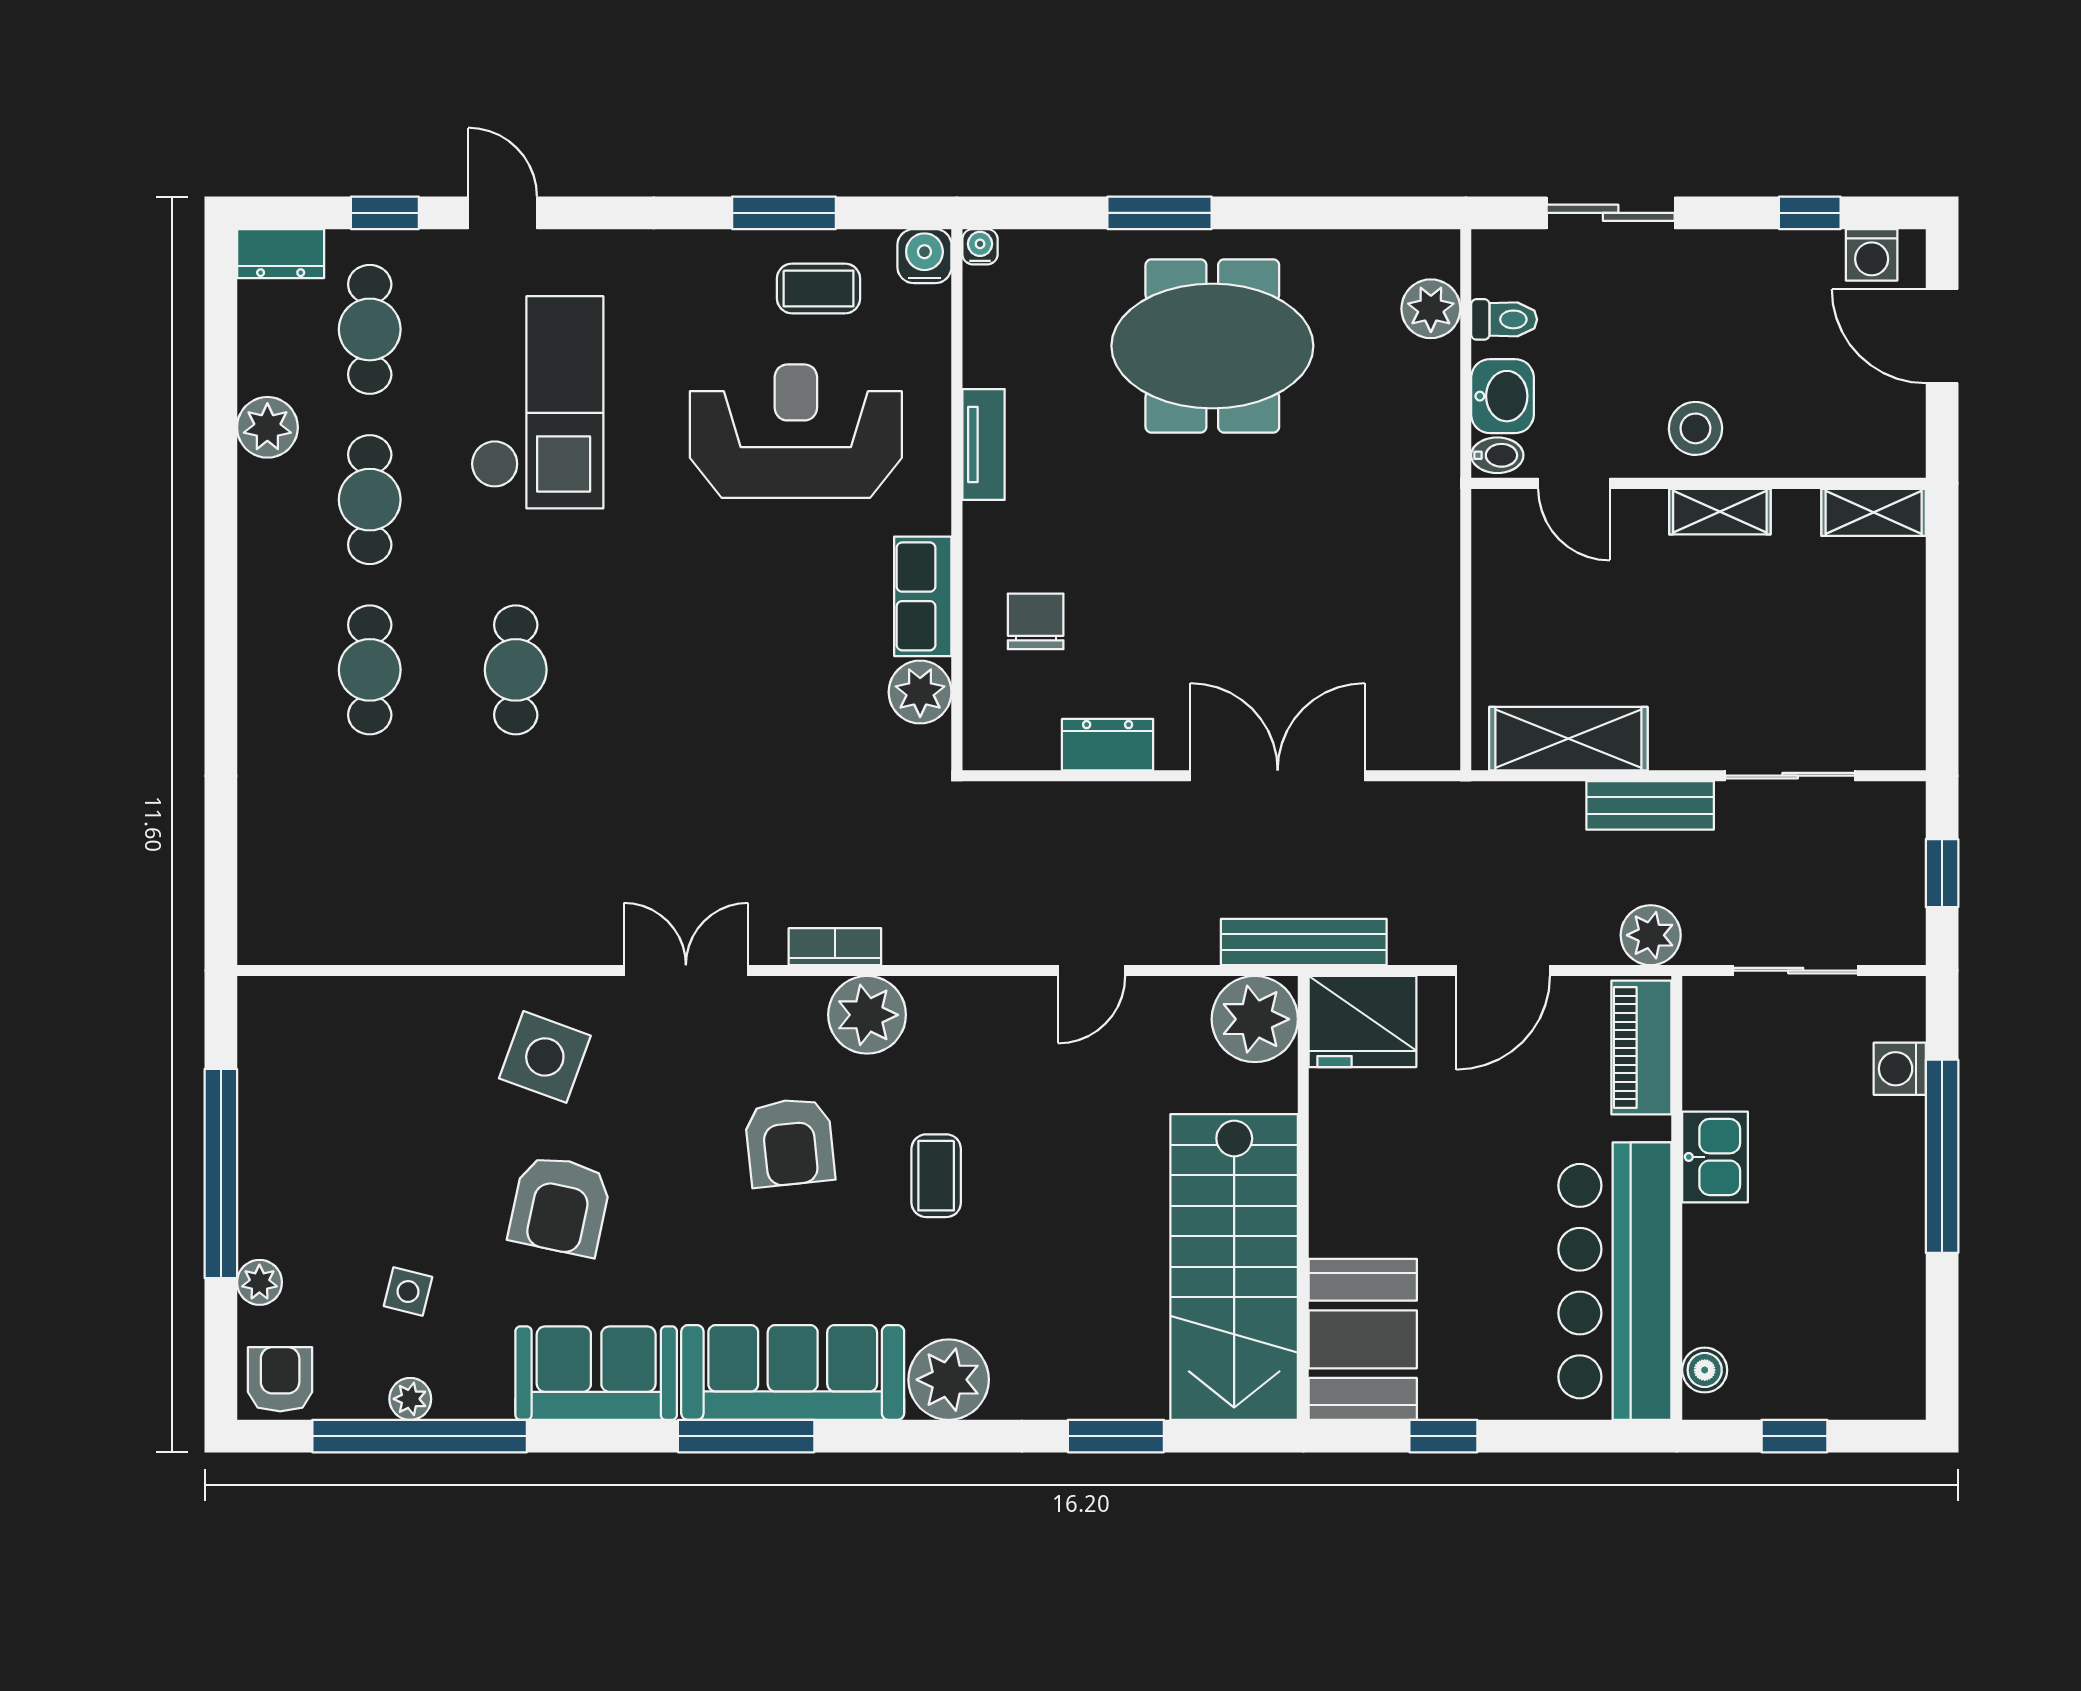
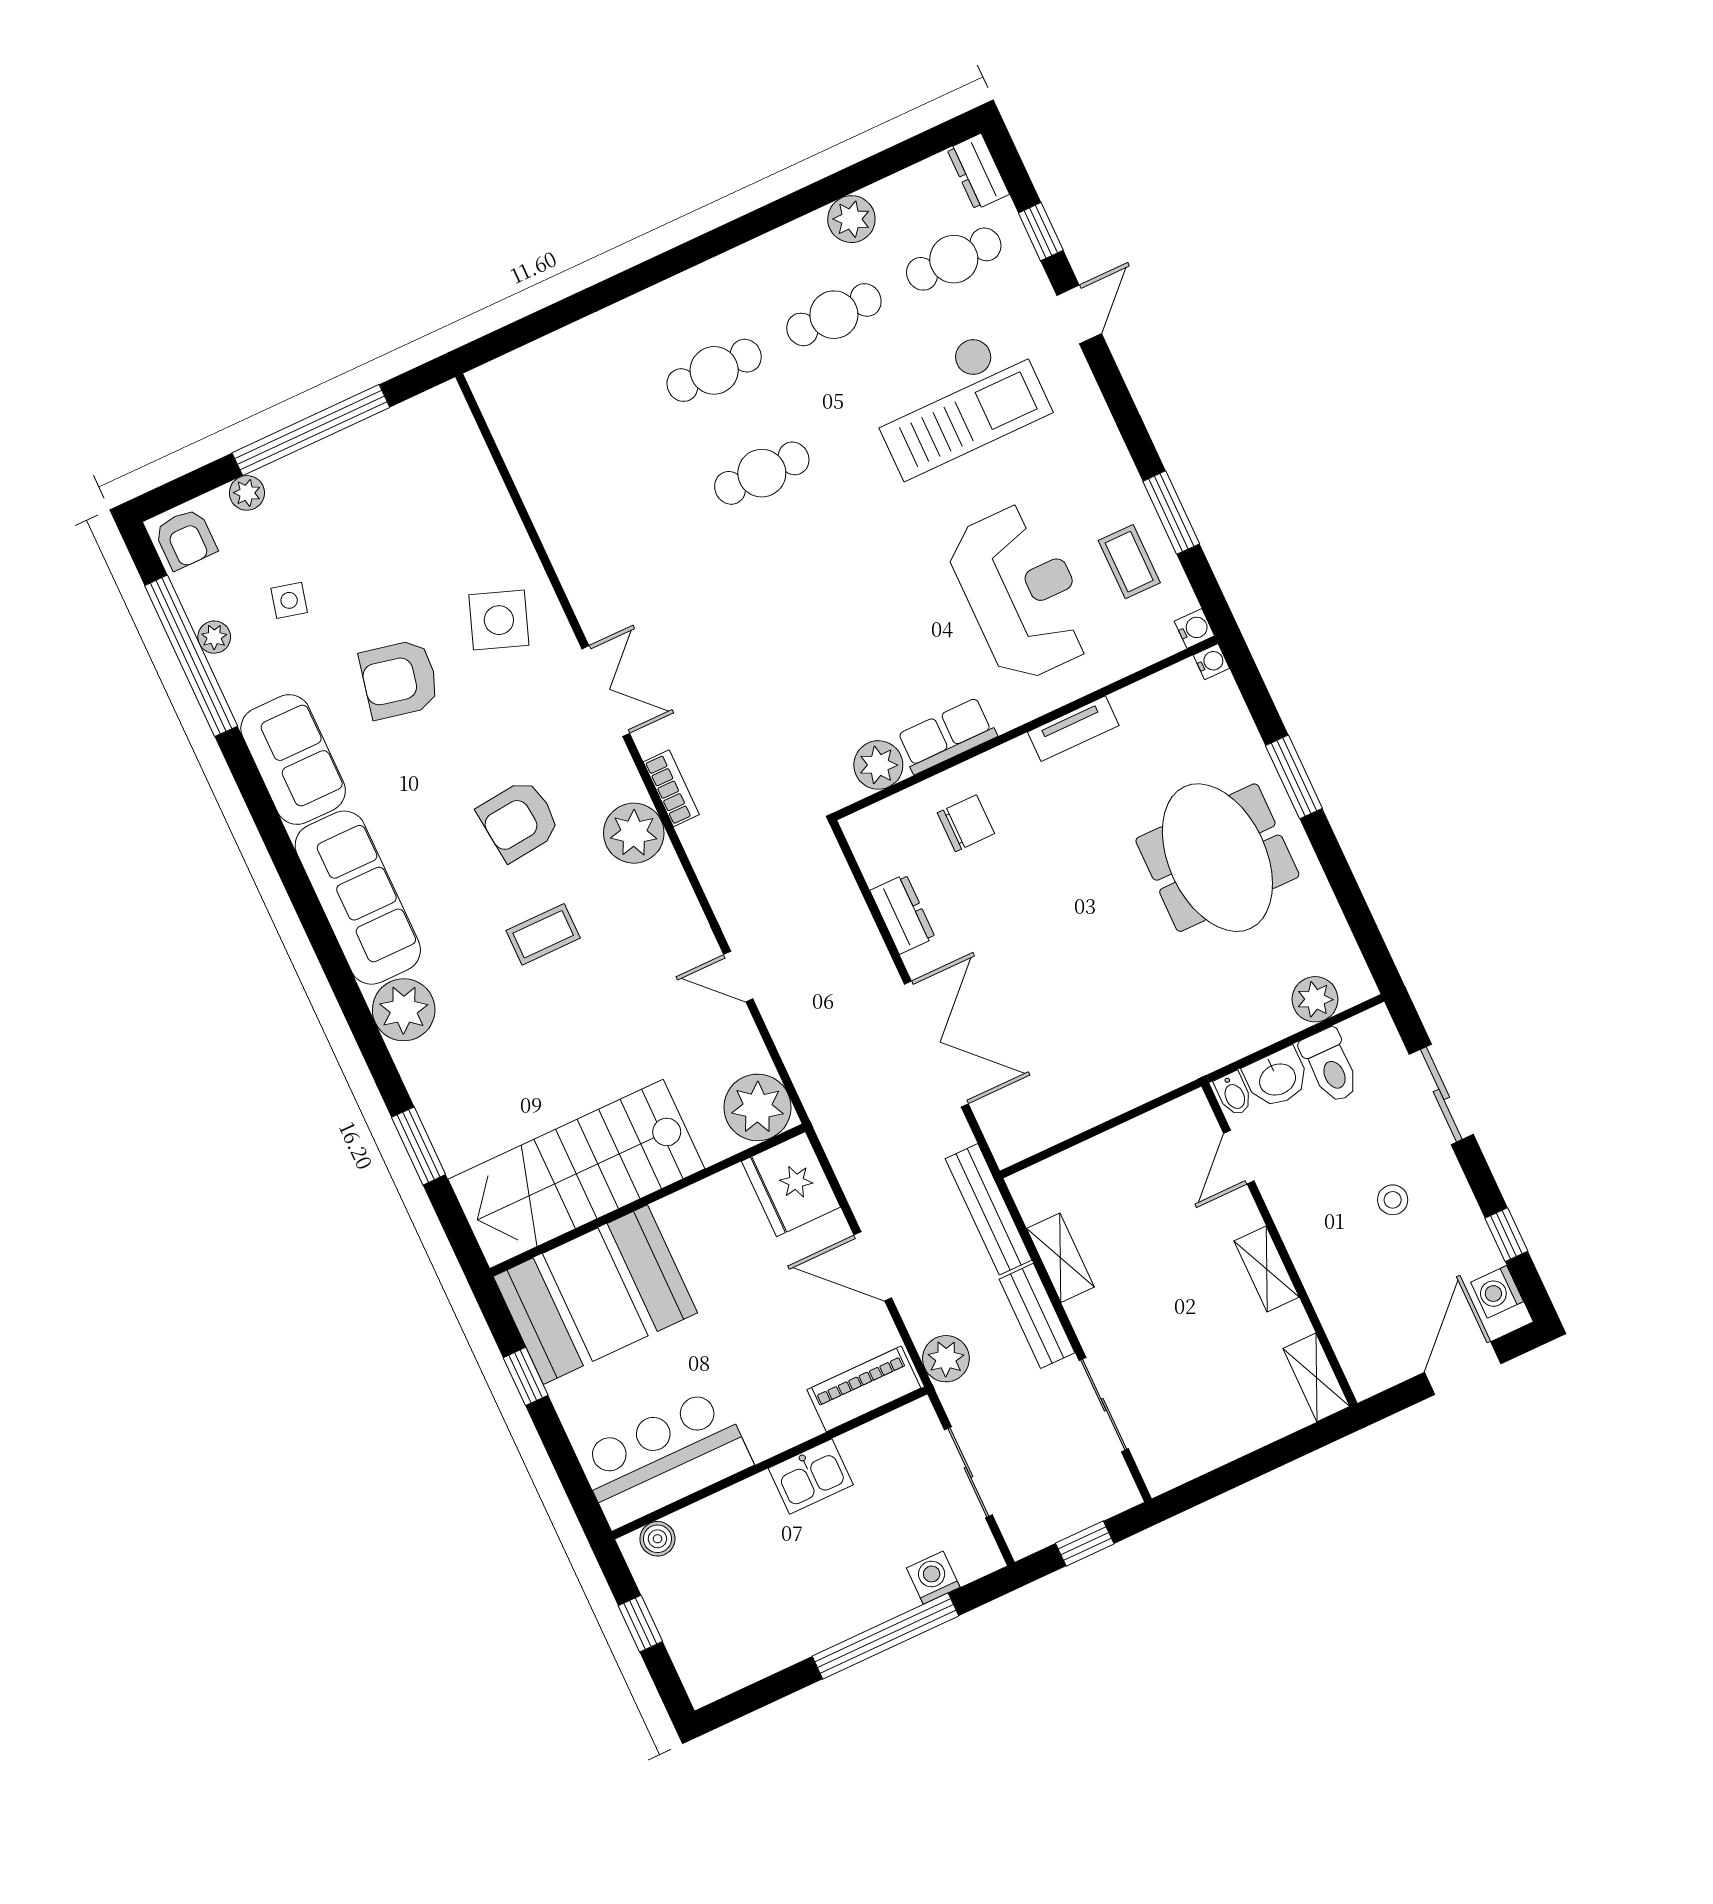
water cooler: (924, 256) -> (1194, 628), width x0.72, depth x0.72
toilet: (1504, 319) -> (1330, 1066), width x1.37, depth x1.39
stool: (1695, 428) -> (1393, 1200), moved, width x0.73, depth x0.73
shelving: (1568, 739) -> (1060, 1258), width x0.67, depth x0.75
bench: (1304, 942) -> (989, 1209), moved
bar counter: (1615, 1281) -> (665, 1459), width x0.73
booth: (1363, 1339) -> (595, 1295), width x1.36, depth x1.42
armchair: (280, 1379) -> (185, 539), turned 90
window: (746, 1436) -> (298, 886), removed

